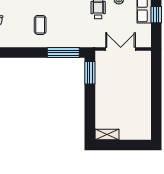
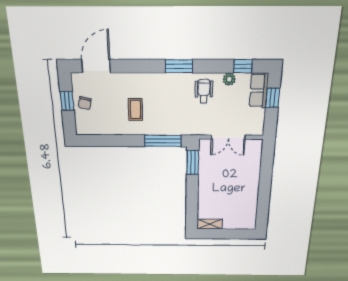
double door: (121, 49) -> (228, 137), swing flipped

